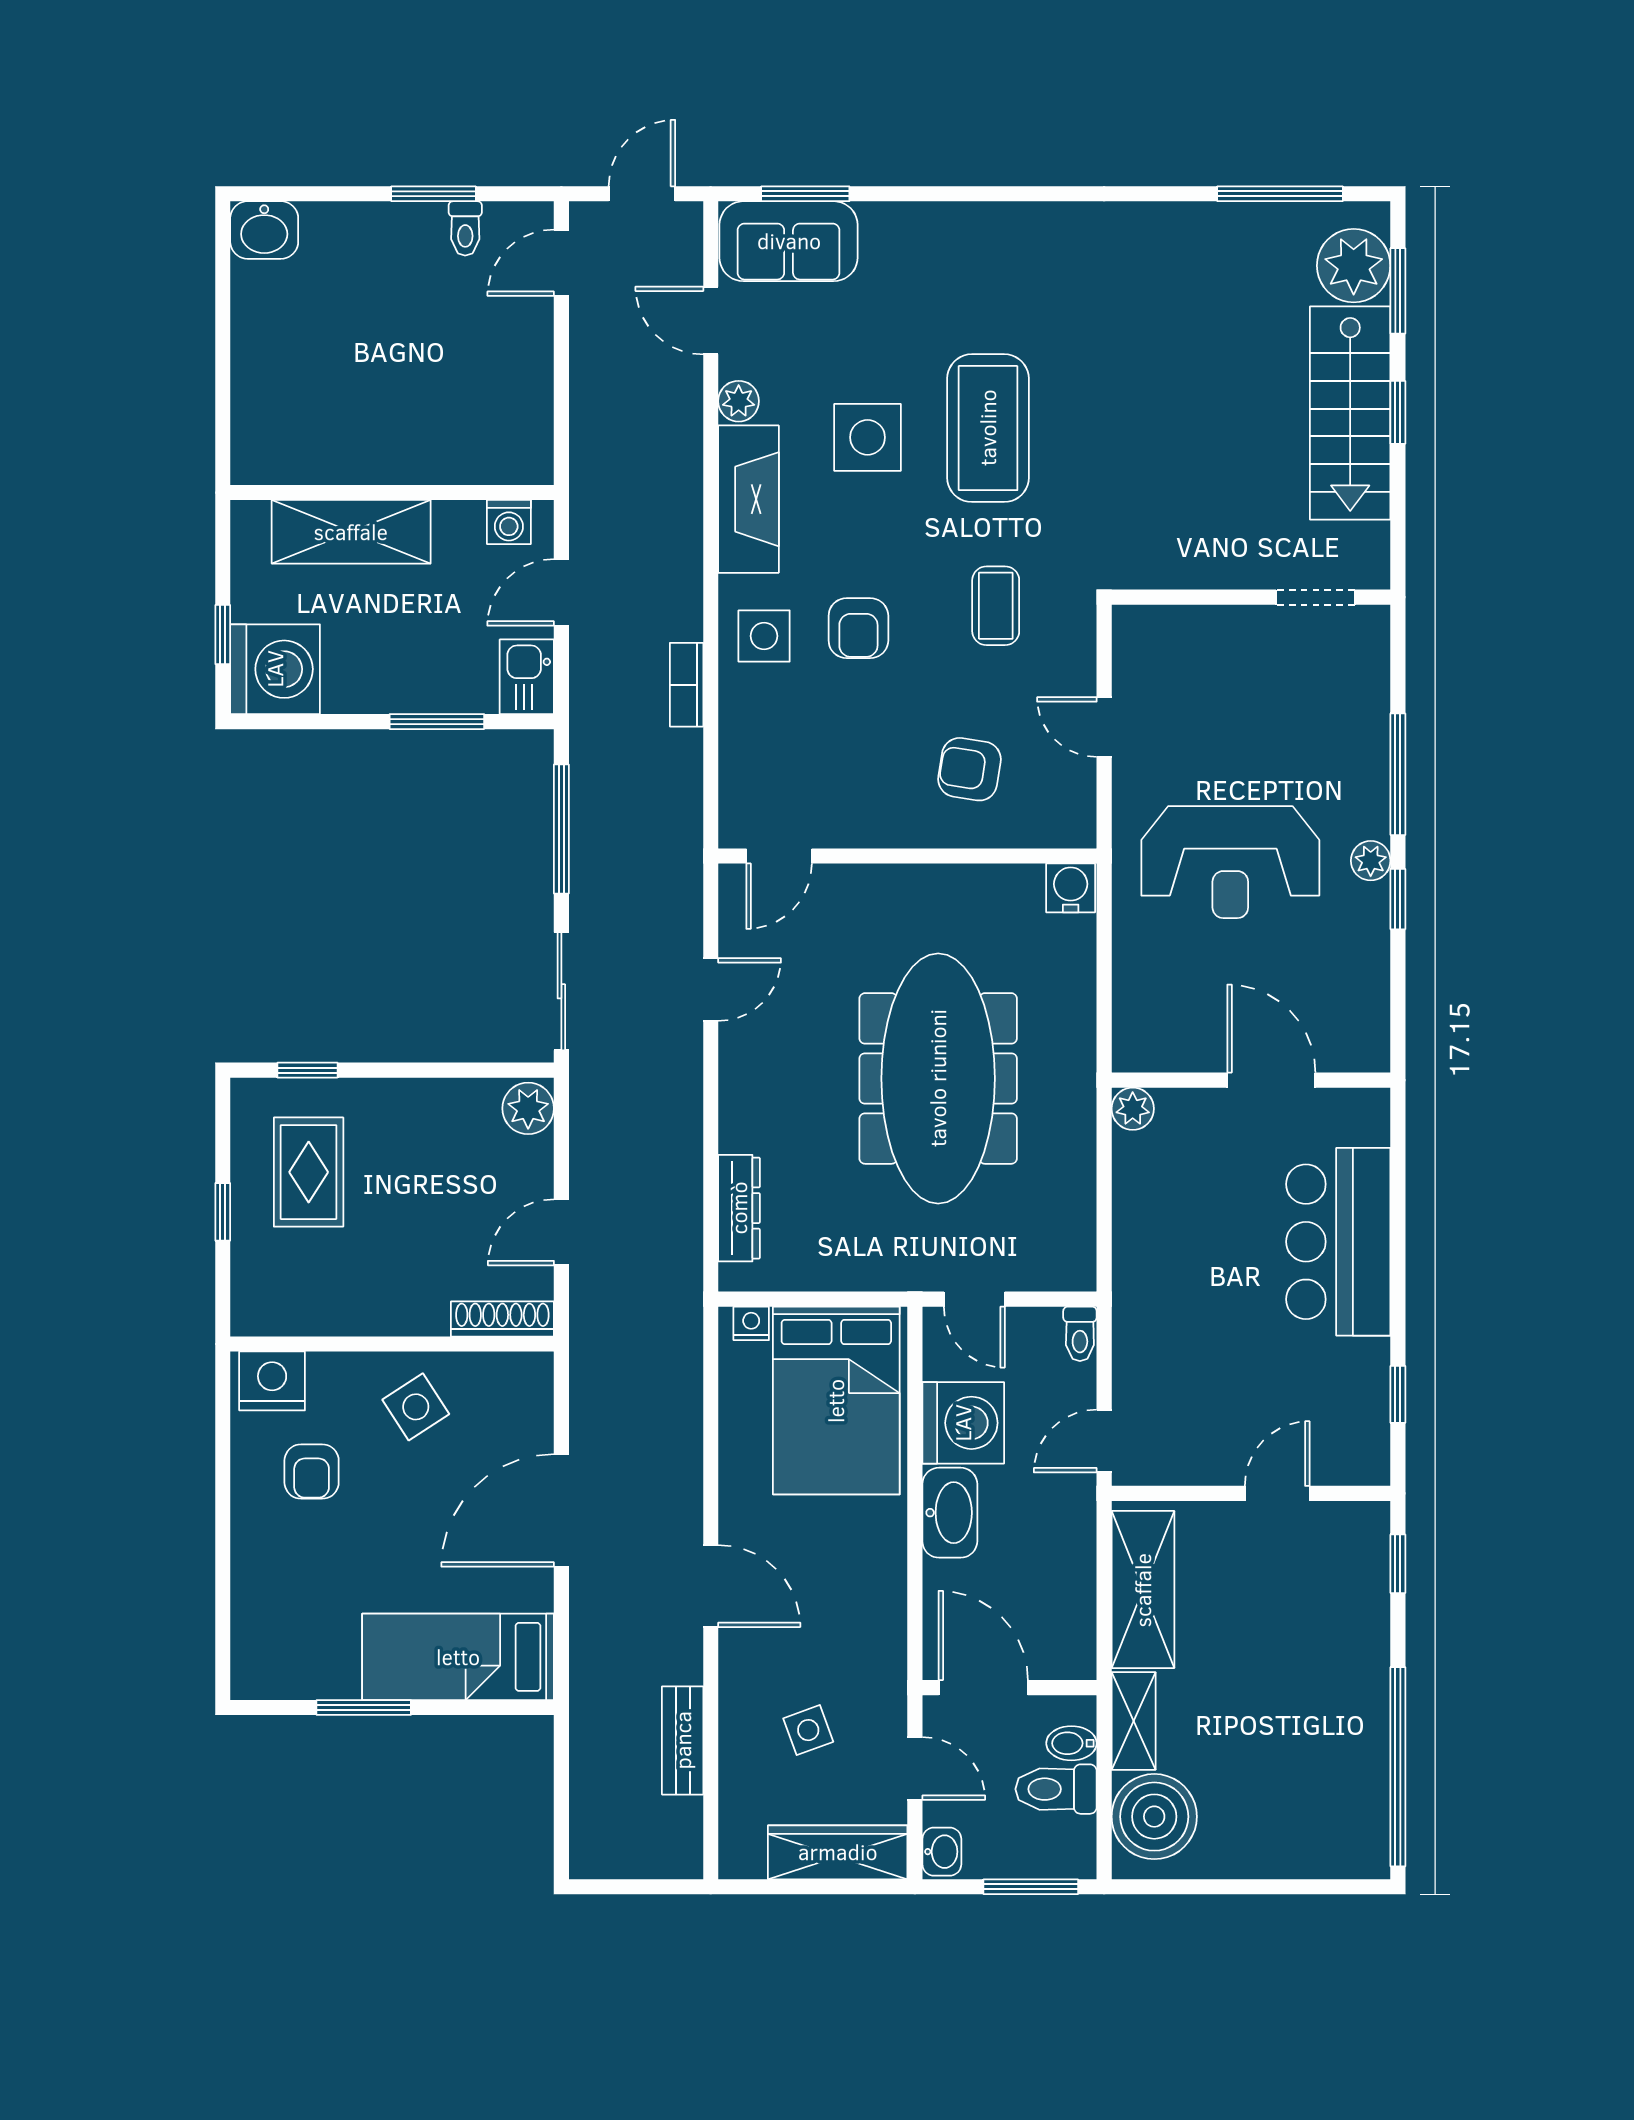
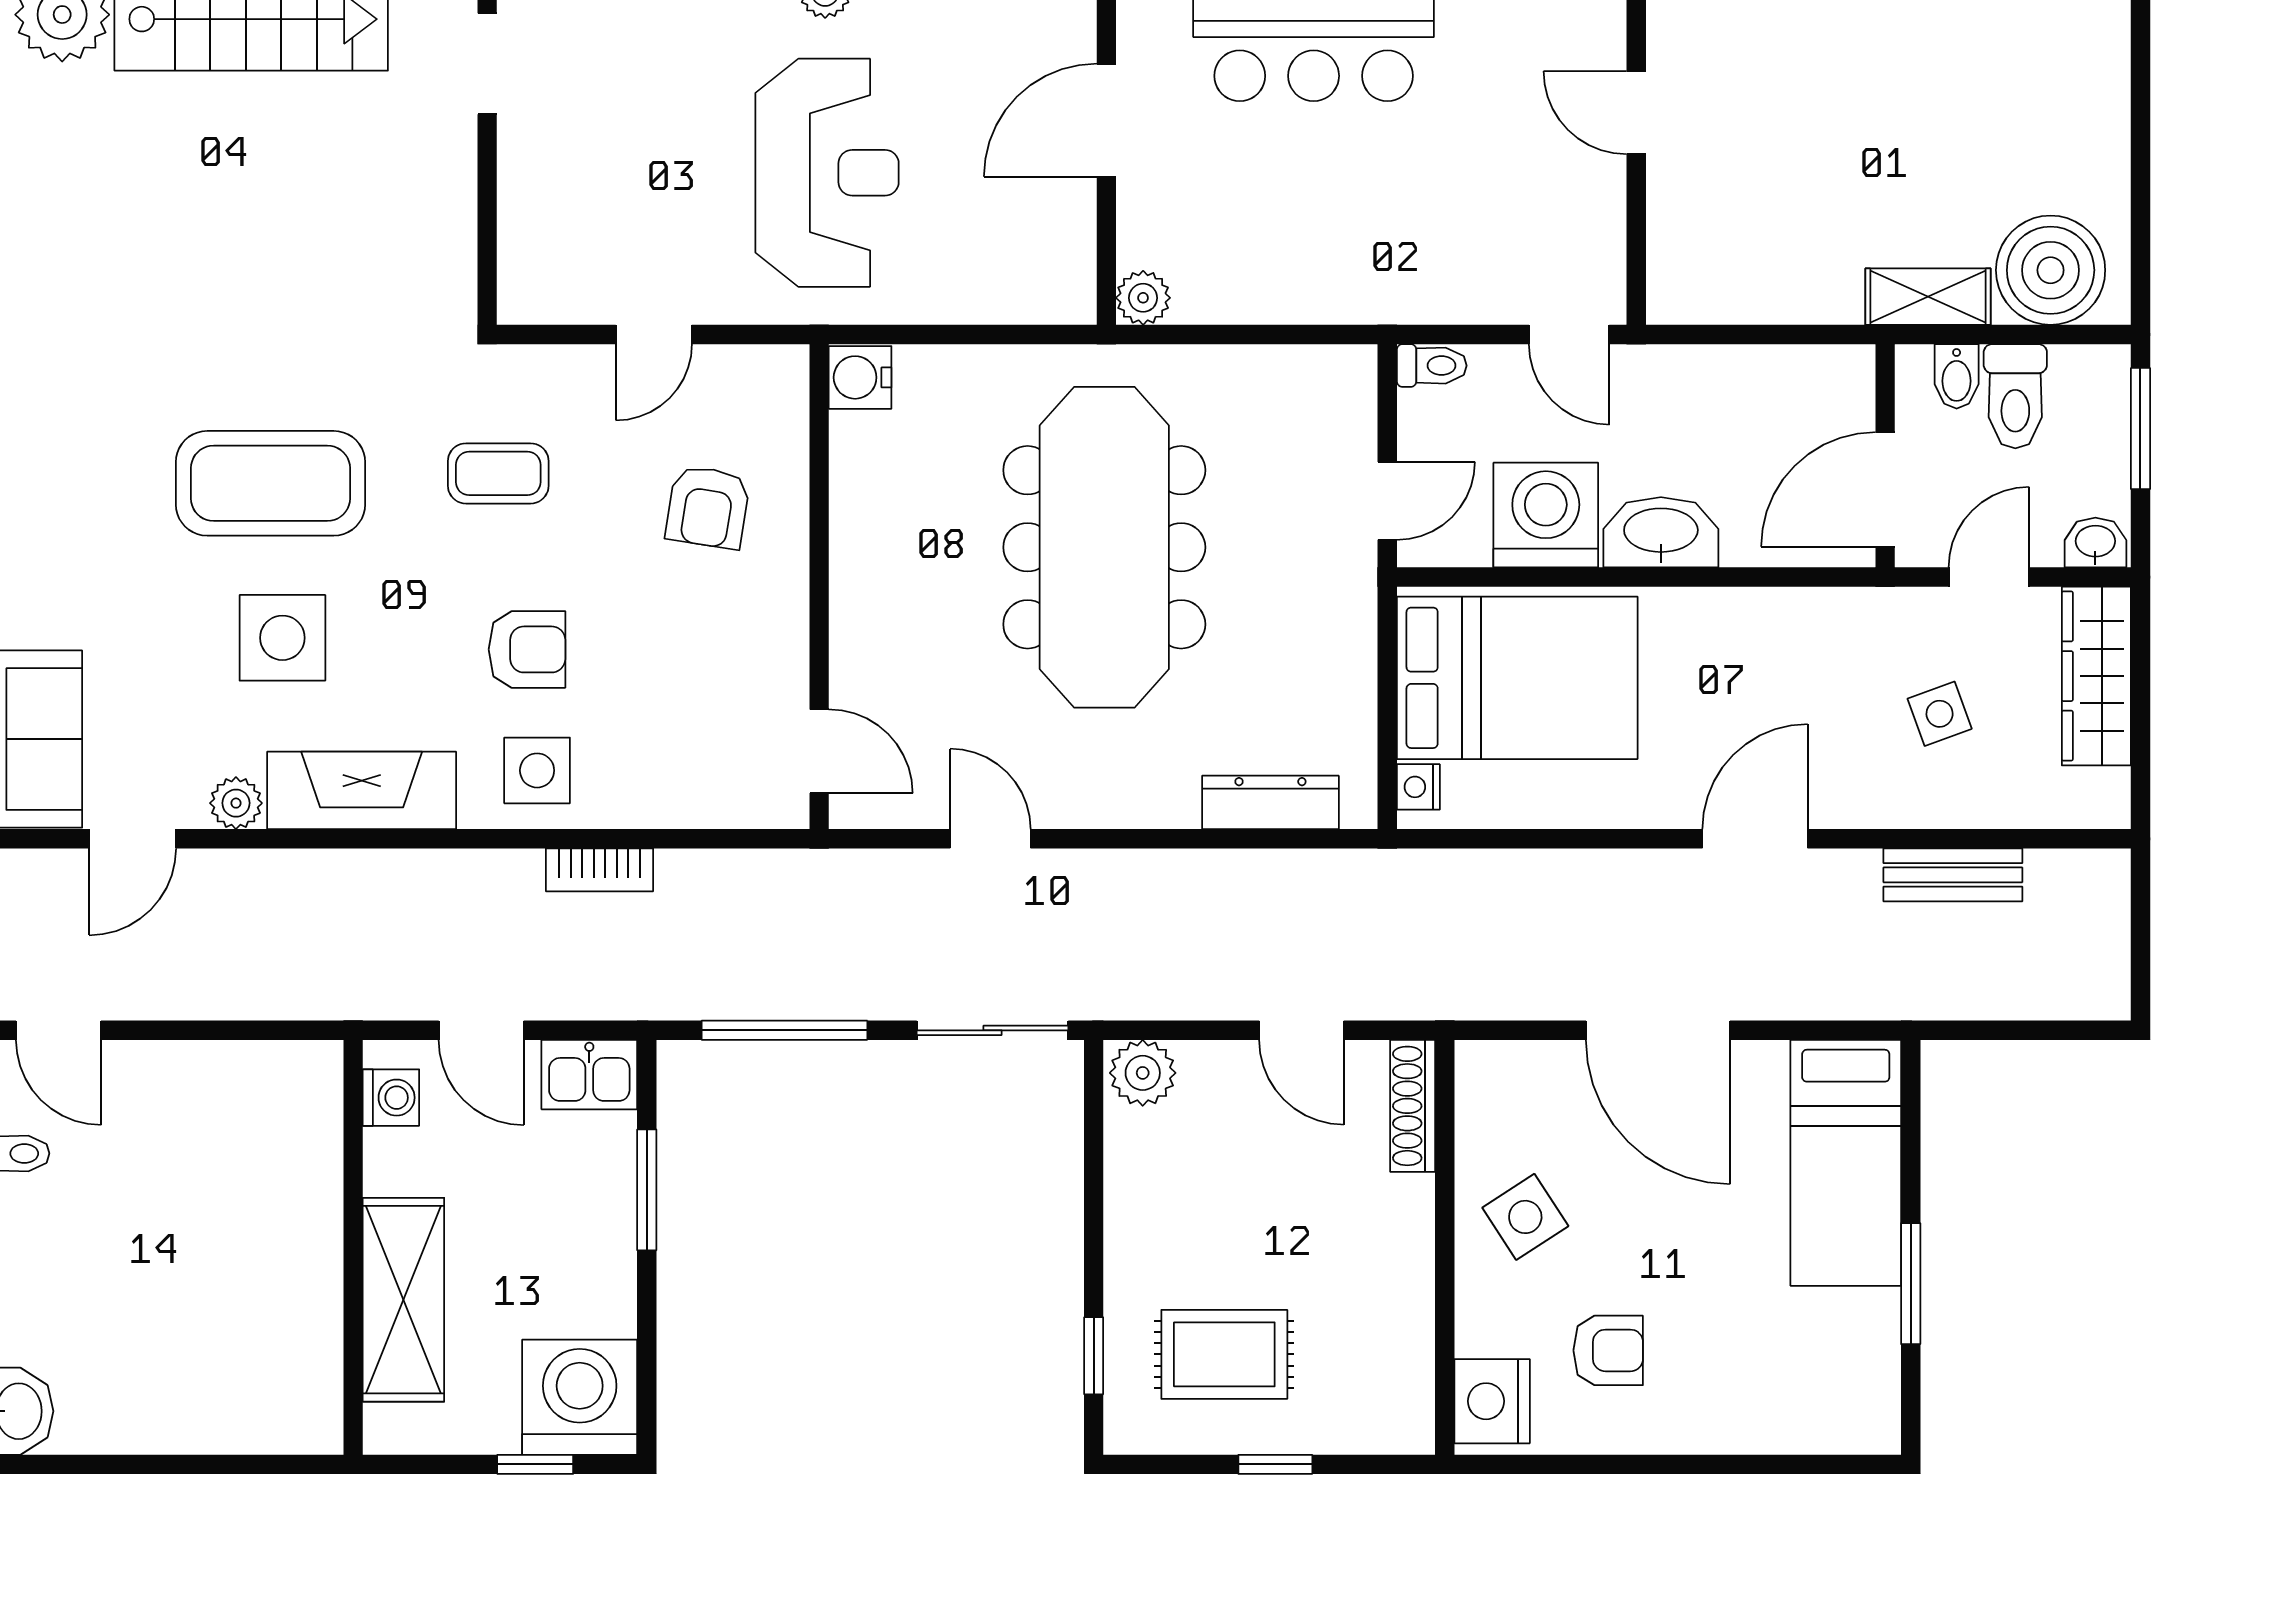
meeting table: (938, 1078) -> (1104, 547), turned 90
shelving: (1143, 1590) -> (1759, 285), removed

